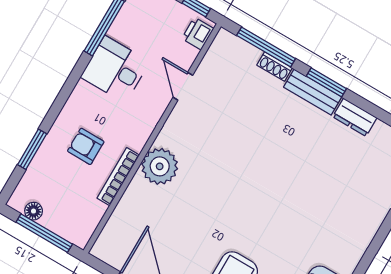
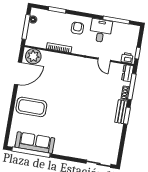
door: (183, 86) -> (104, 60), swing flipped
dresser: (355, 117) -> (127, 73), moved
armchair: (86, 146) -> (77, 28), moved
plant: (160, 166) -> (33, 56), moved

